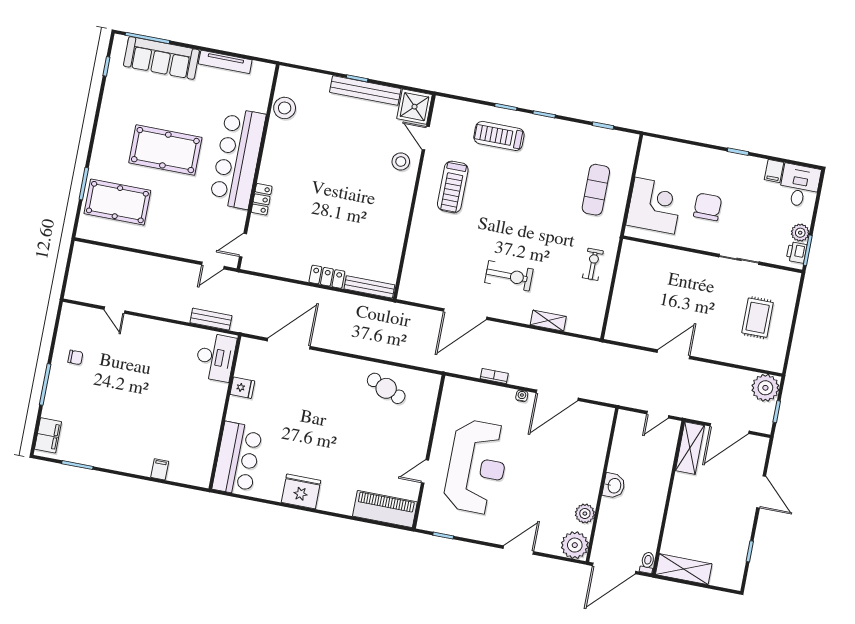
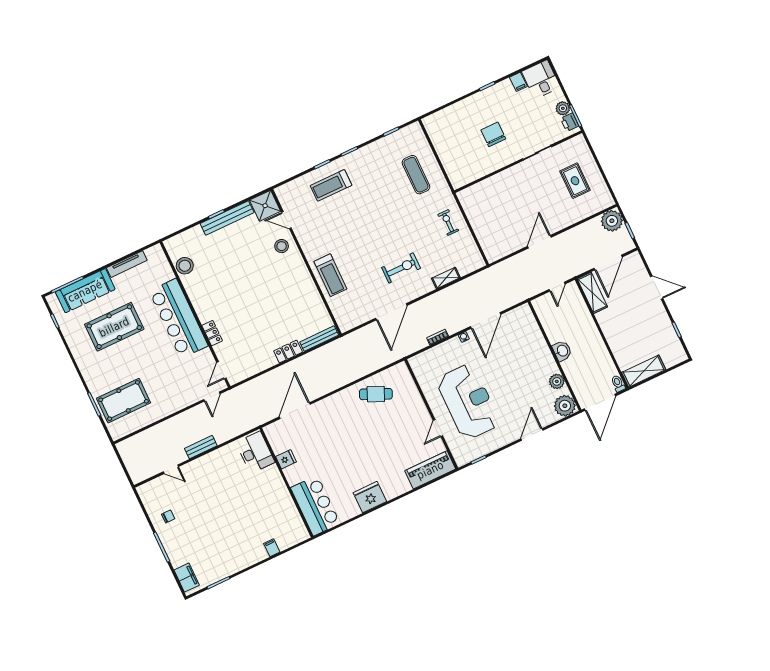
pool table: (165, 150) -> (114, 327), moved
treadmill: (453, 187) -> (330, 275), moved
corner desk: (655, 206) -> (460, 158), removed
bench: (211, 319) -> (201, 447), moved

